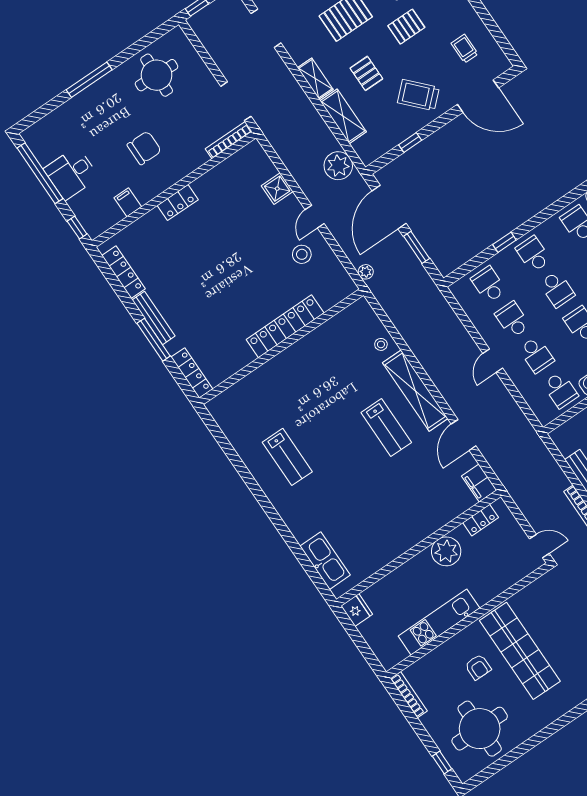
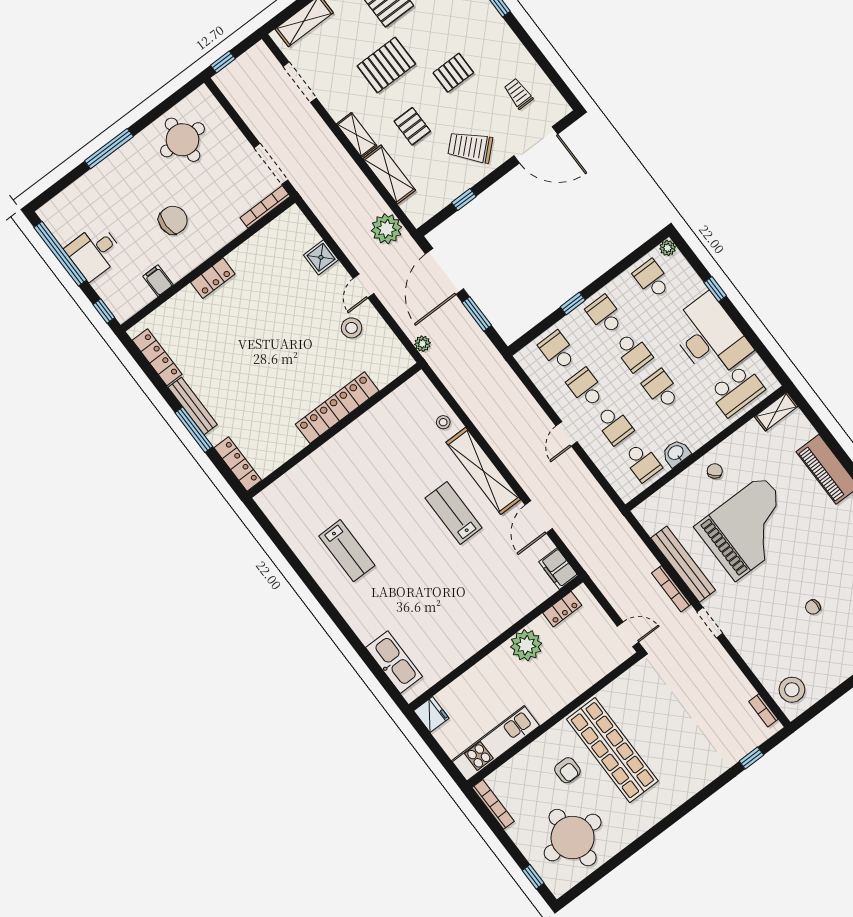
lab bench: (386, 427) -> (454, 513), turned 180
kitchen unit: (439, 622) -> (495, 743), moved

